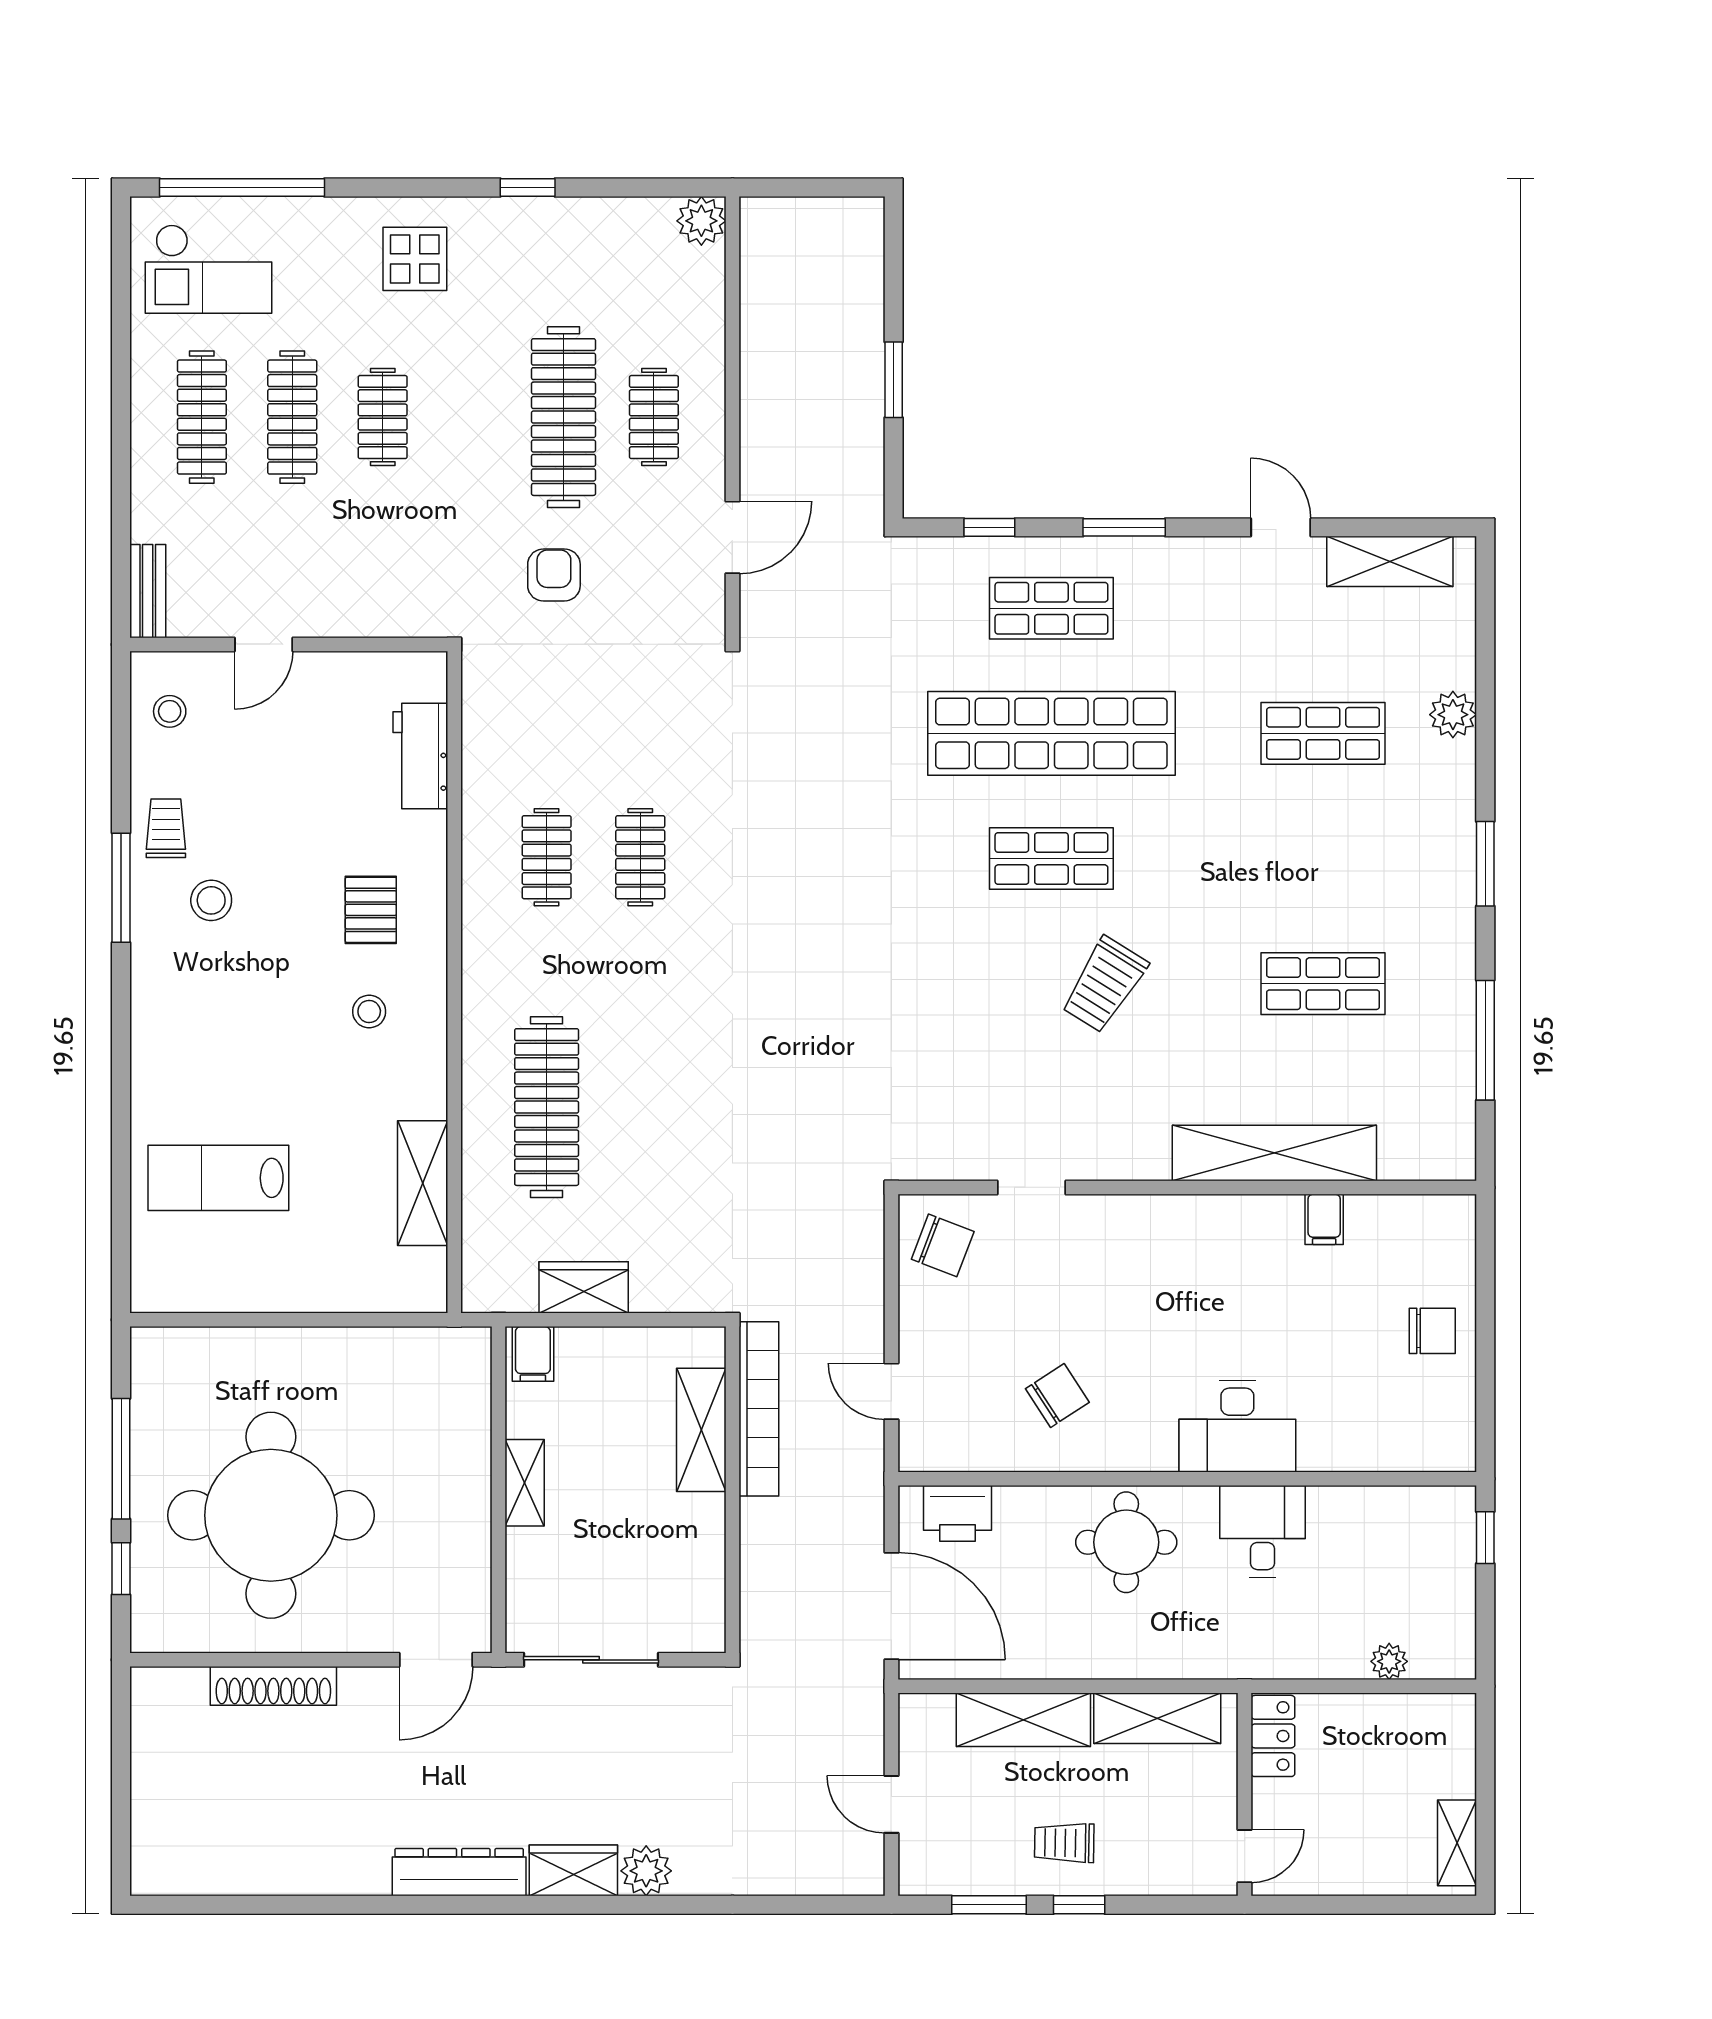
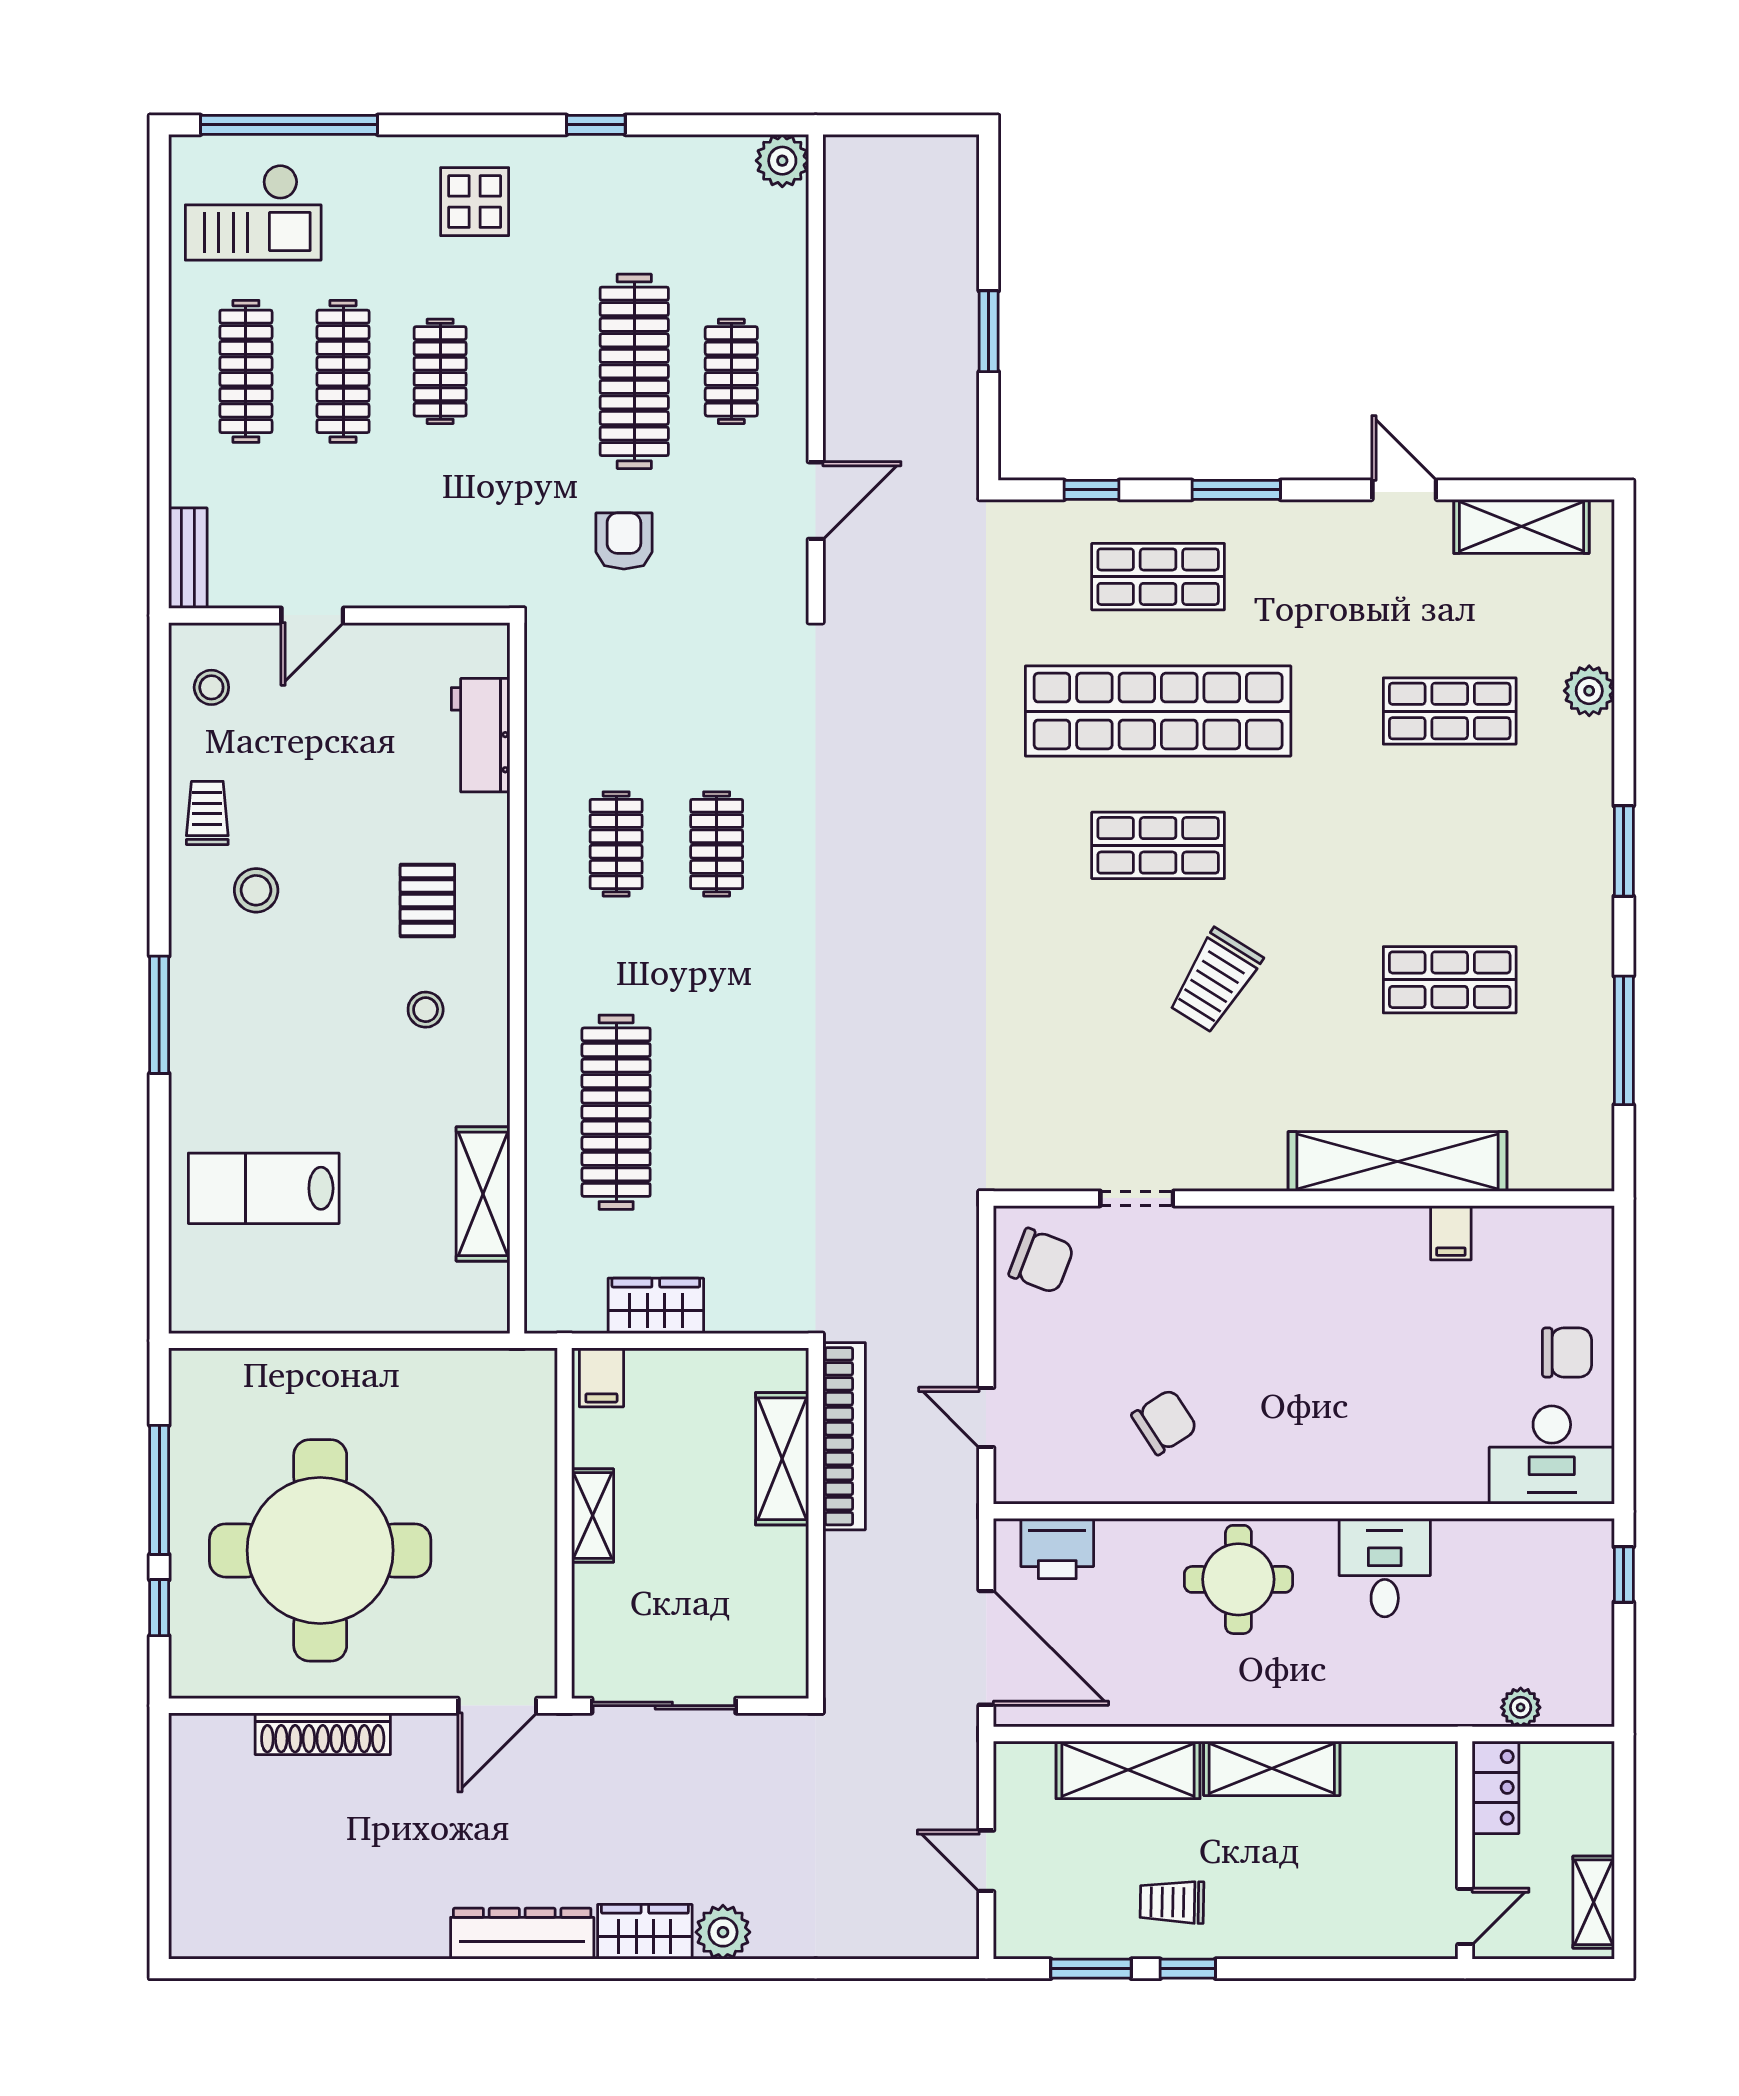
window: (121, 888) -> (159, 1015), moved
desk: (1237, 1426) -> (1552, 1455), moved
locker: (1273, 1736) -> (1496, 1787), moved
wall: (1245, 1794) -> (1465, 1850), moved
door: (1245, 1856) -> (1465, 1916), moved

